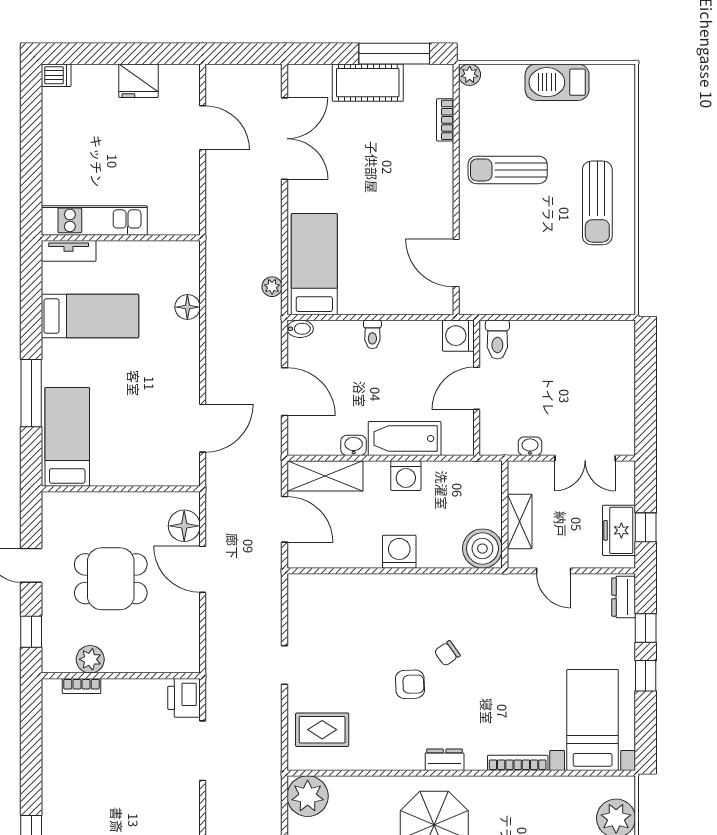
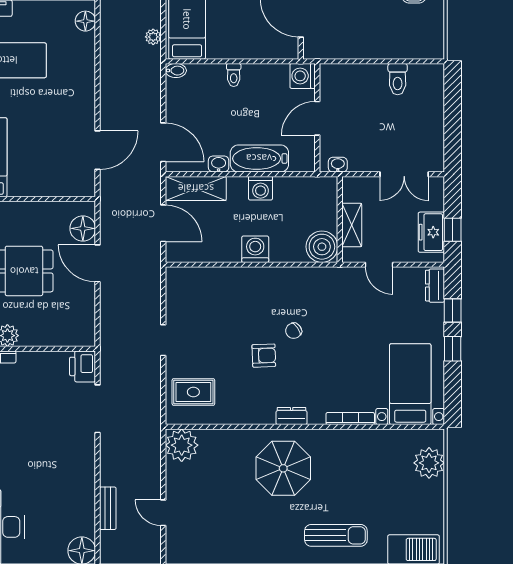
floor lamp: (187, 307) -> (85, 21), moved
toilet: (497, 340) -> (398, 79), moved
door: (285, 392) -> (163, 142), moved
washbasin: (530, 446) -> (338, 165), moved

